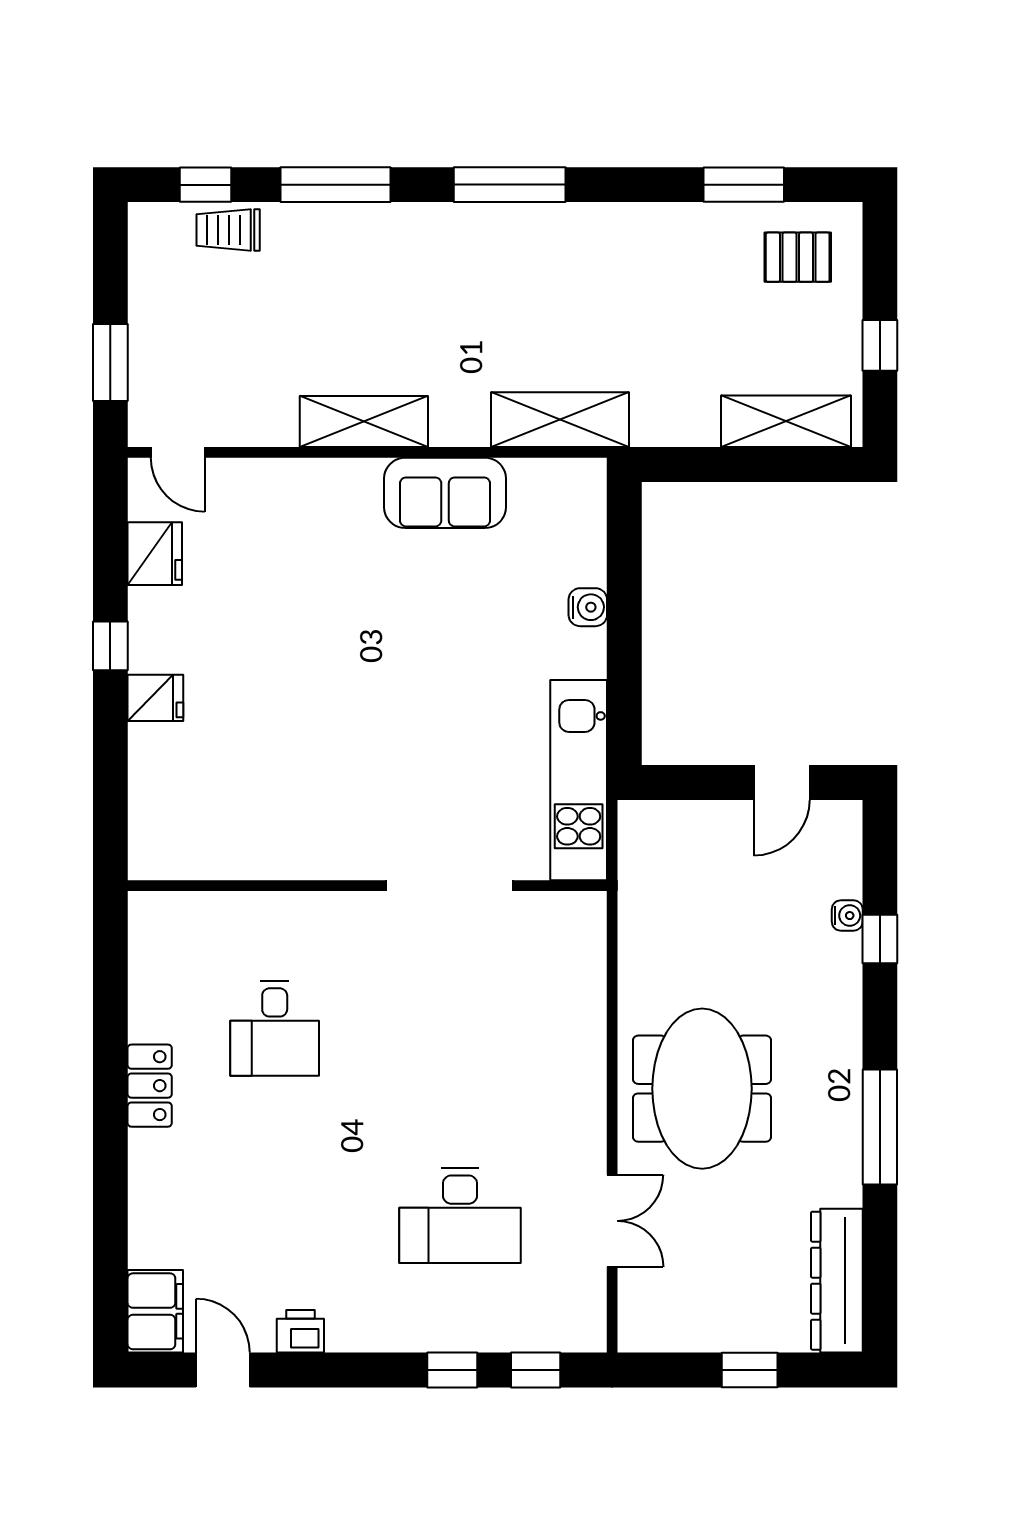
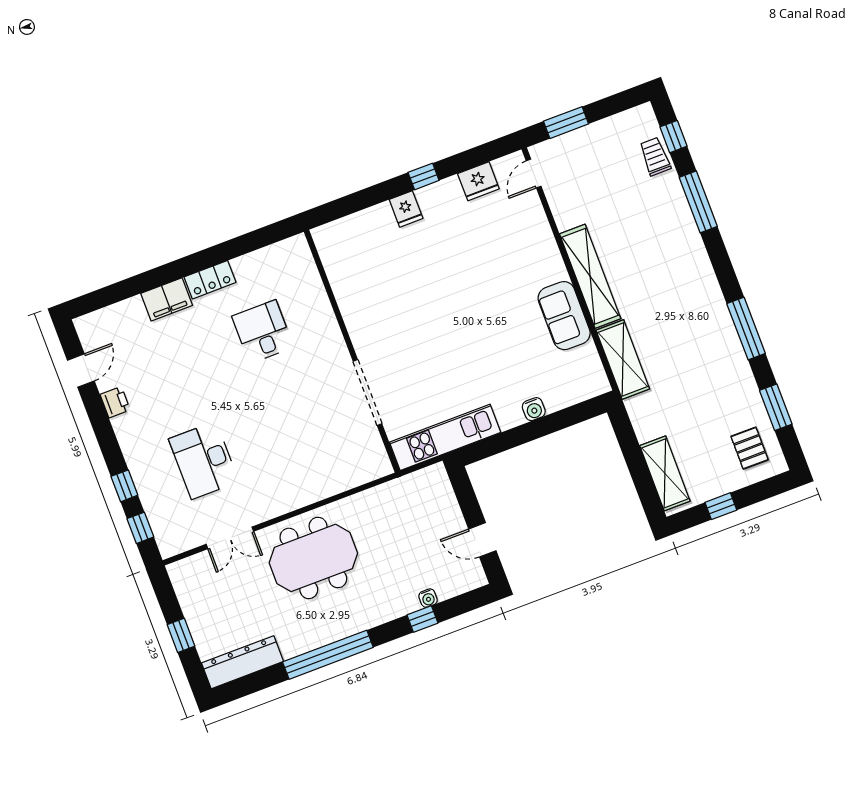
window: (510, 185) -> (746, 329), moved
shelving: (364, 422) -> (590, 276), width x1.47
desk: (275, 1028) -> (263, 332), turned 90
window: (880, 1127) -> (328, 655), width x1.46
filing cabinet: (155, 1311) -> (167, 299), moved

